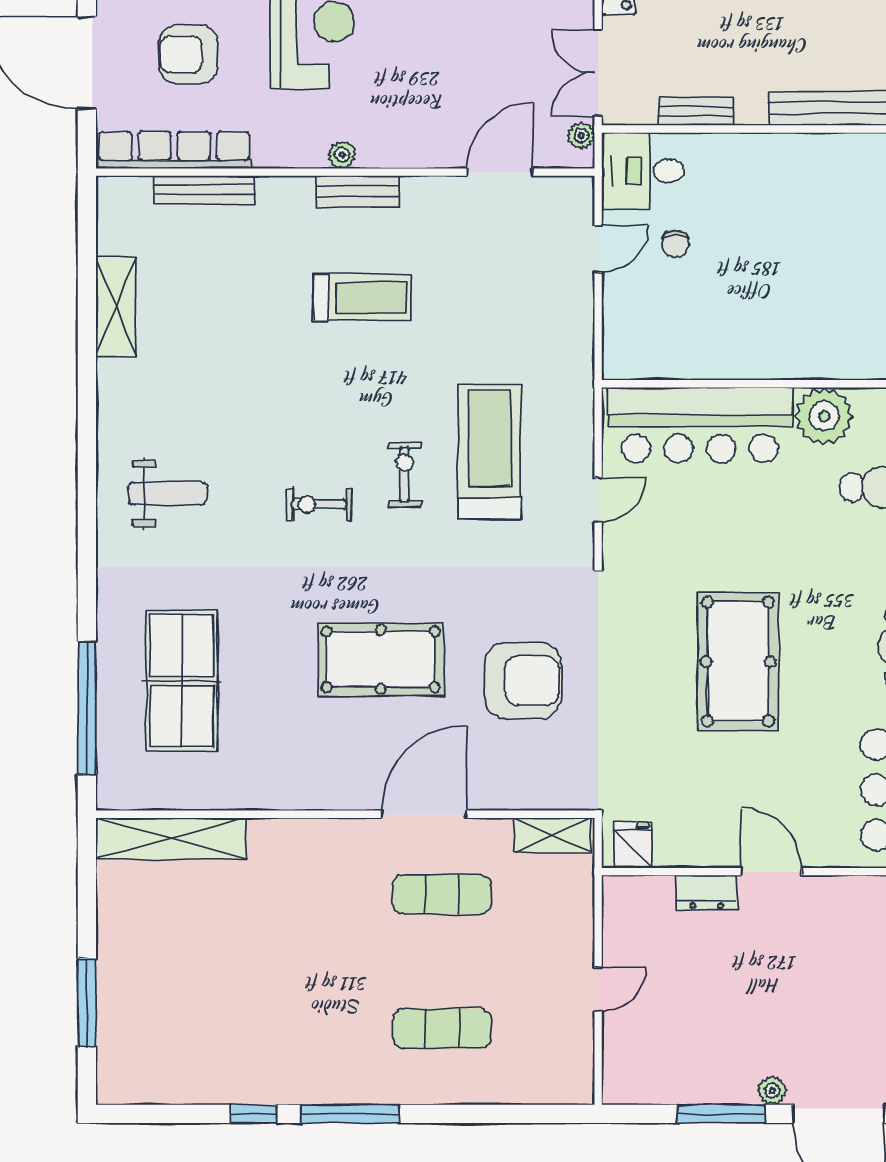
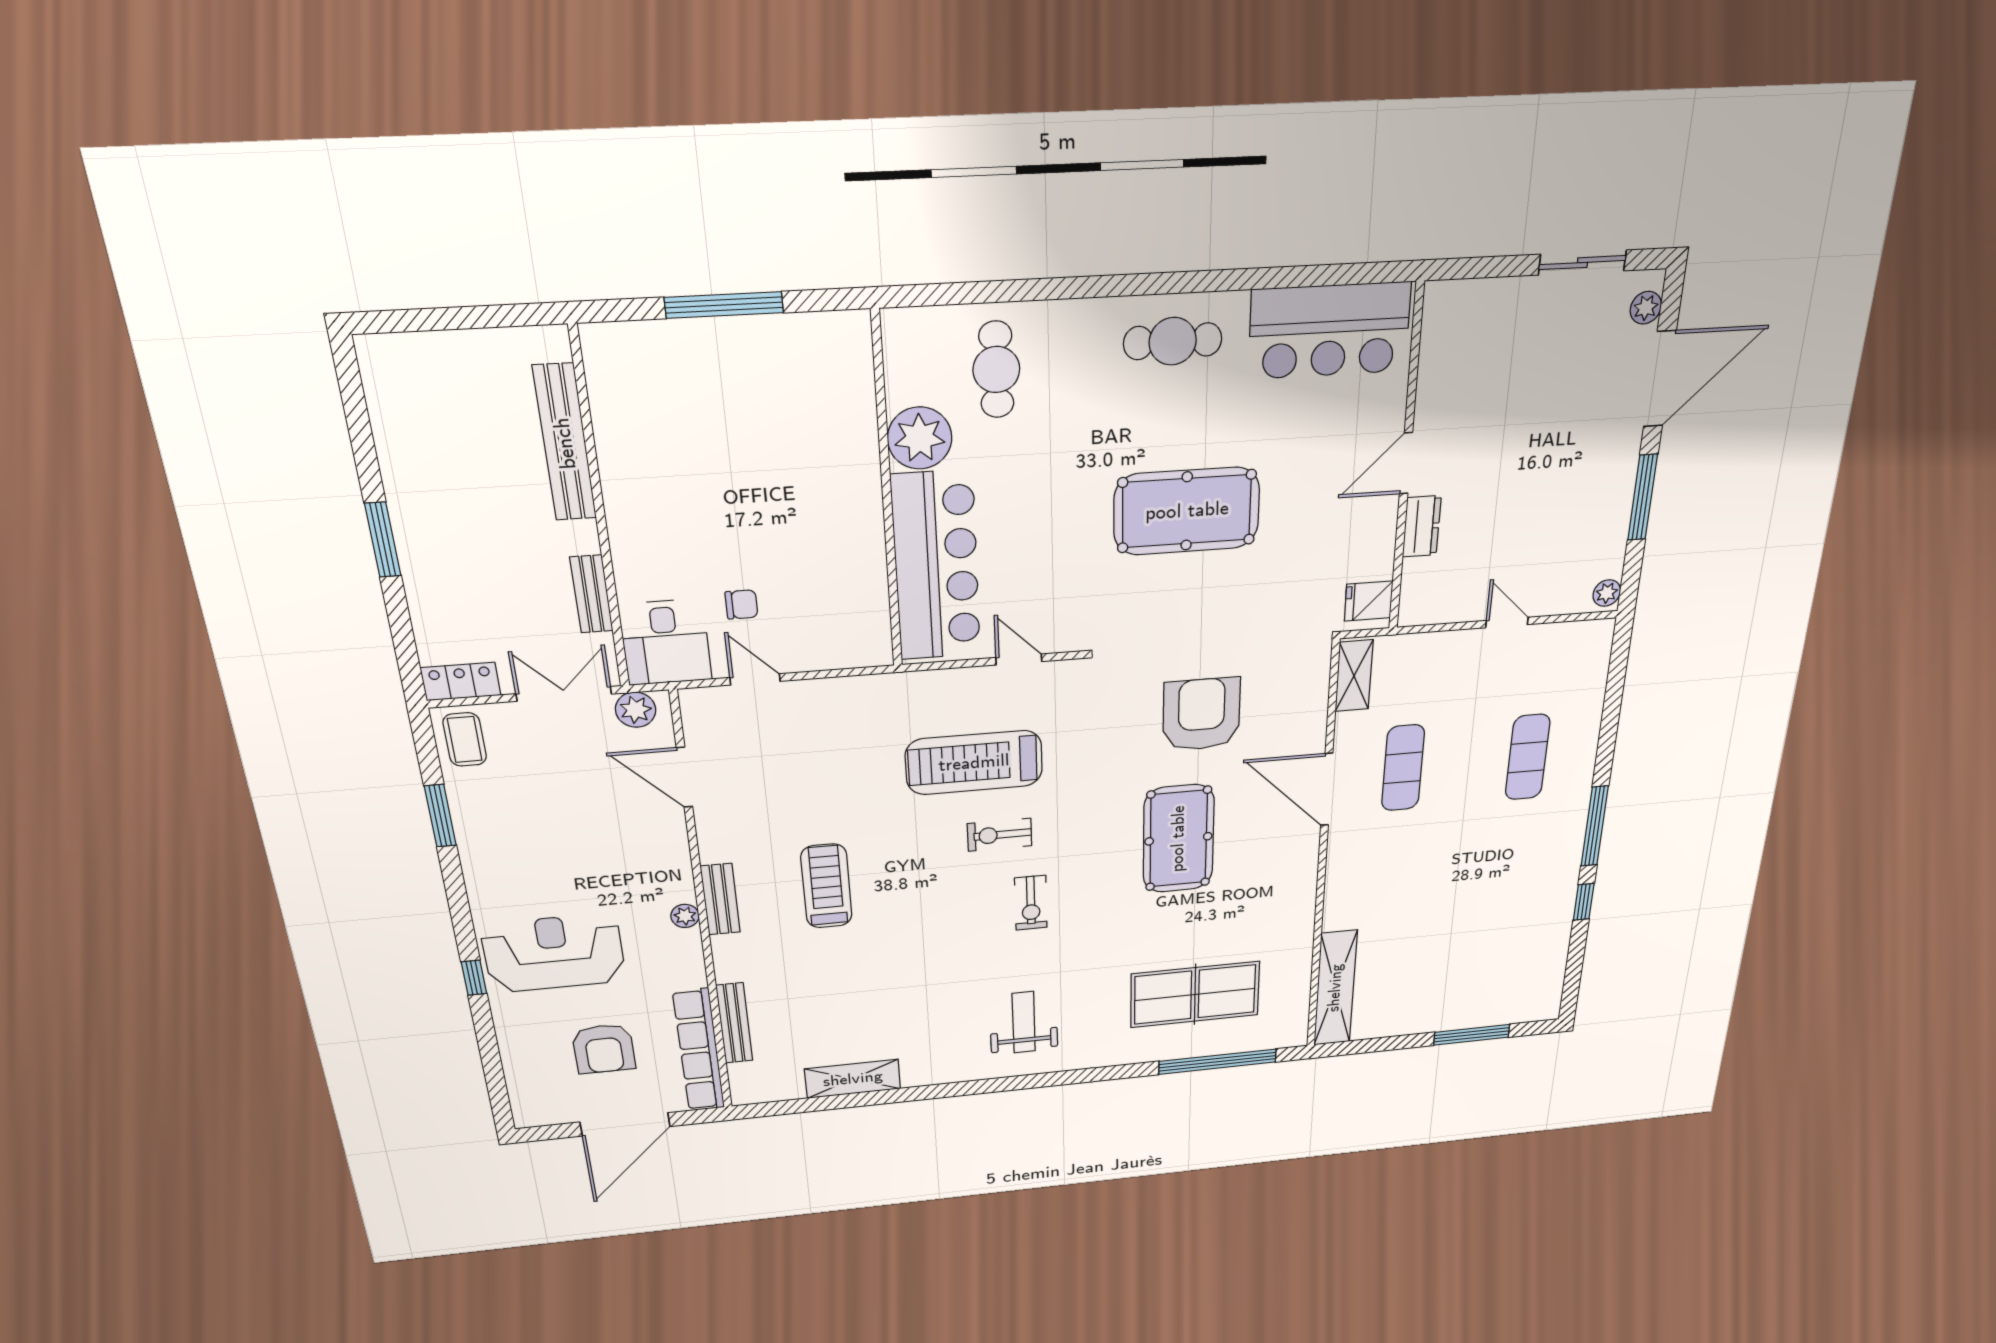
double door: (598, 73) -> (564, 694), swing flipped
plant: (581, 135) -> (636, 710), width x1.38, depth x1.38
plant: (772, 1091) -> (1607, 593), moved

